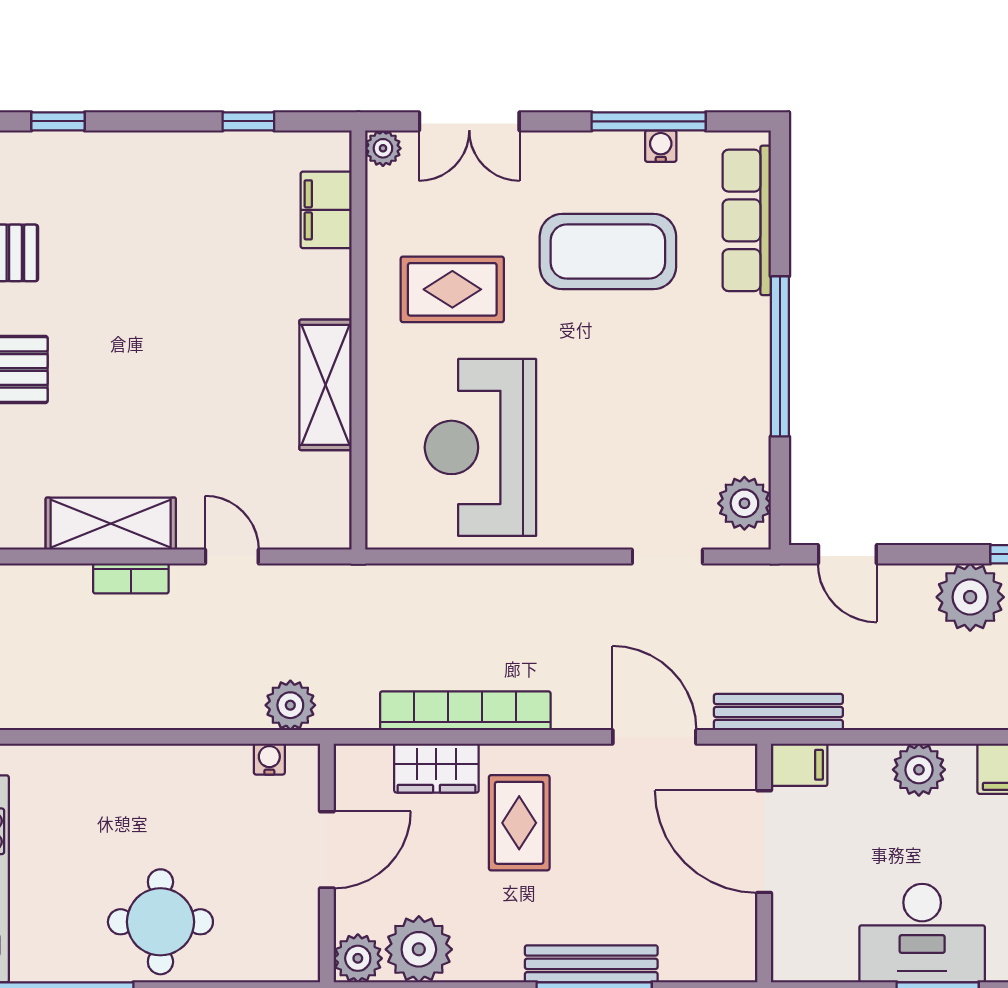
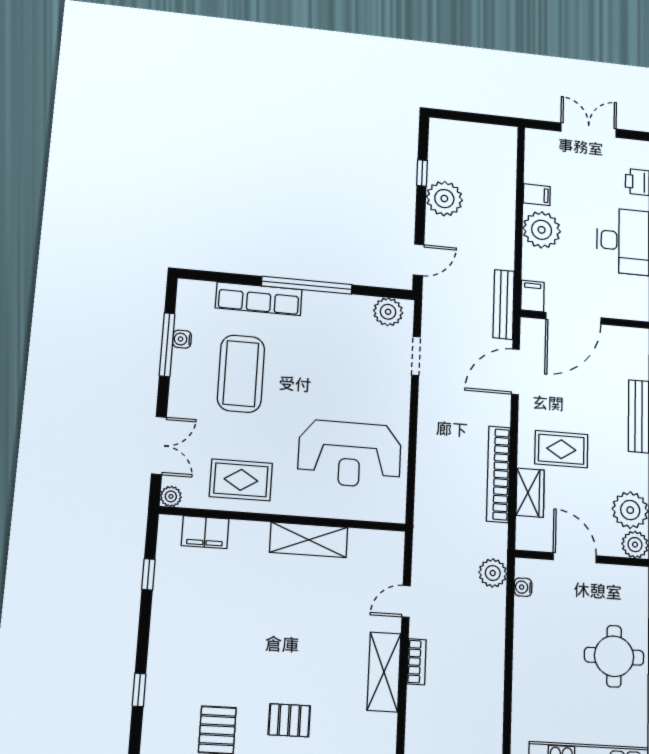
row of seats: (747, 220) -> (259, 299), moved
rug: (452, 289) -> (241, 480), moved, turned 90
plant: (919, 770) -> (542, 230), width x1.36, depth x1.36

